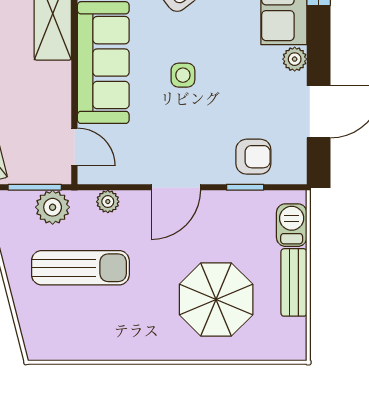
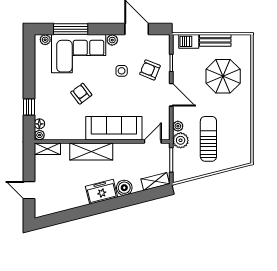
side table: (183, 75) -> (122, 71), moved
armchair: (253, 157) -> (150, 70), moved, turned -68
plant: (53, 207) -> (181, 140), moved

